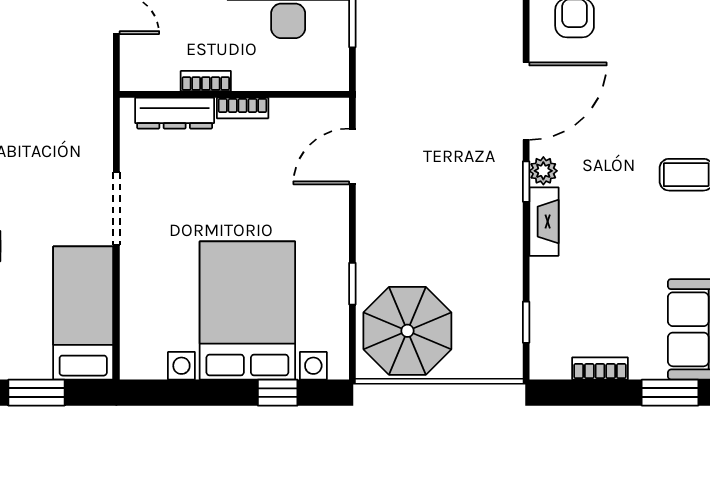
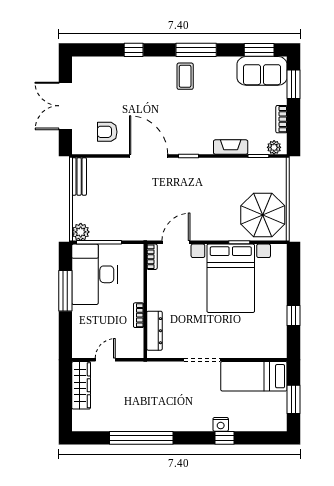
bookcase: (243, 108) -> (152, 257), moved
door: (352, 156) -> (176, 242), swing flipped
plant: (543, 171) -> (274, 147), moved
fireplace: (544, 222) -> (231, 147), moved
bed with nightstands: (247, 310) -> (231, 278), moved, turned -90
window: (278, 393) -> (294, 316), moved

